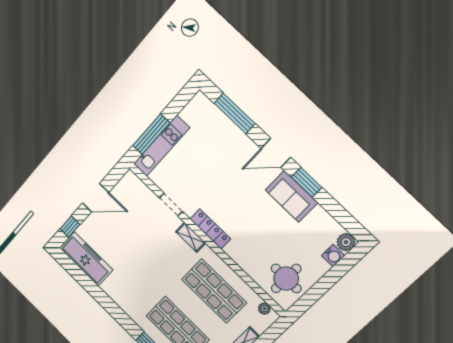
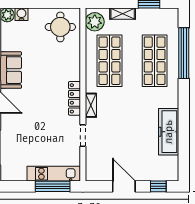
freezer: (86, 259) -> (169, 132), moved
plant: (264, 309) -> (95, 22), width x1.88, depth x1.88

